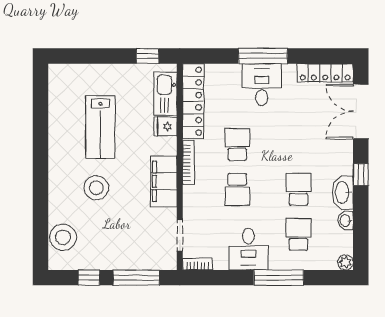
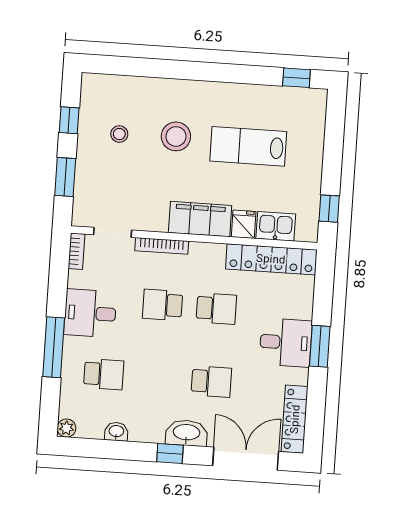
window: (263, 56) -> (320, 346), width x0.69
window: (41, 91) -> (296, 78), added
kitchen sink: (165, 94) -> (276, 226), width x0.73
bookcase: (188, 163) -> (162, 246), moved
filing cabinet: (164, 181) -> (200, 219), moved
school desk: (298, 189) -> (211, 382), moved
washbasin: (343, 193) -> (187, 433), moved
stool: (63, 237) -> (119, 134), moved, width x0.53, depth x0.53
window: (136, 278) -> (65, 177), width x0.69

